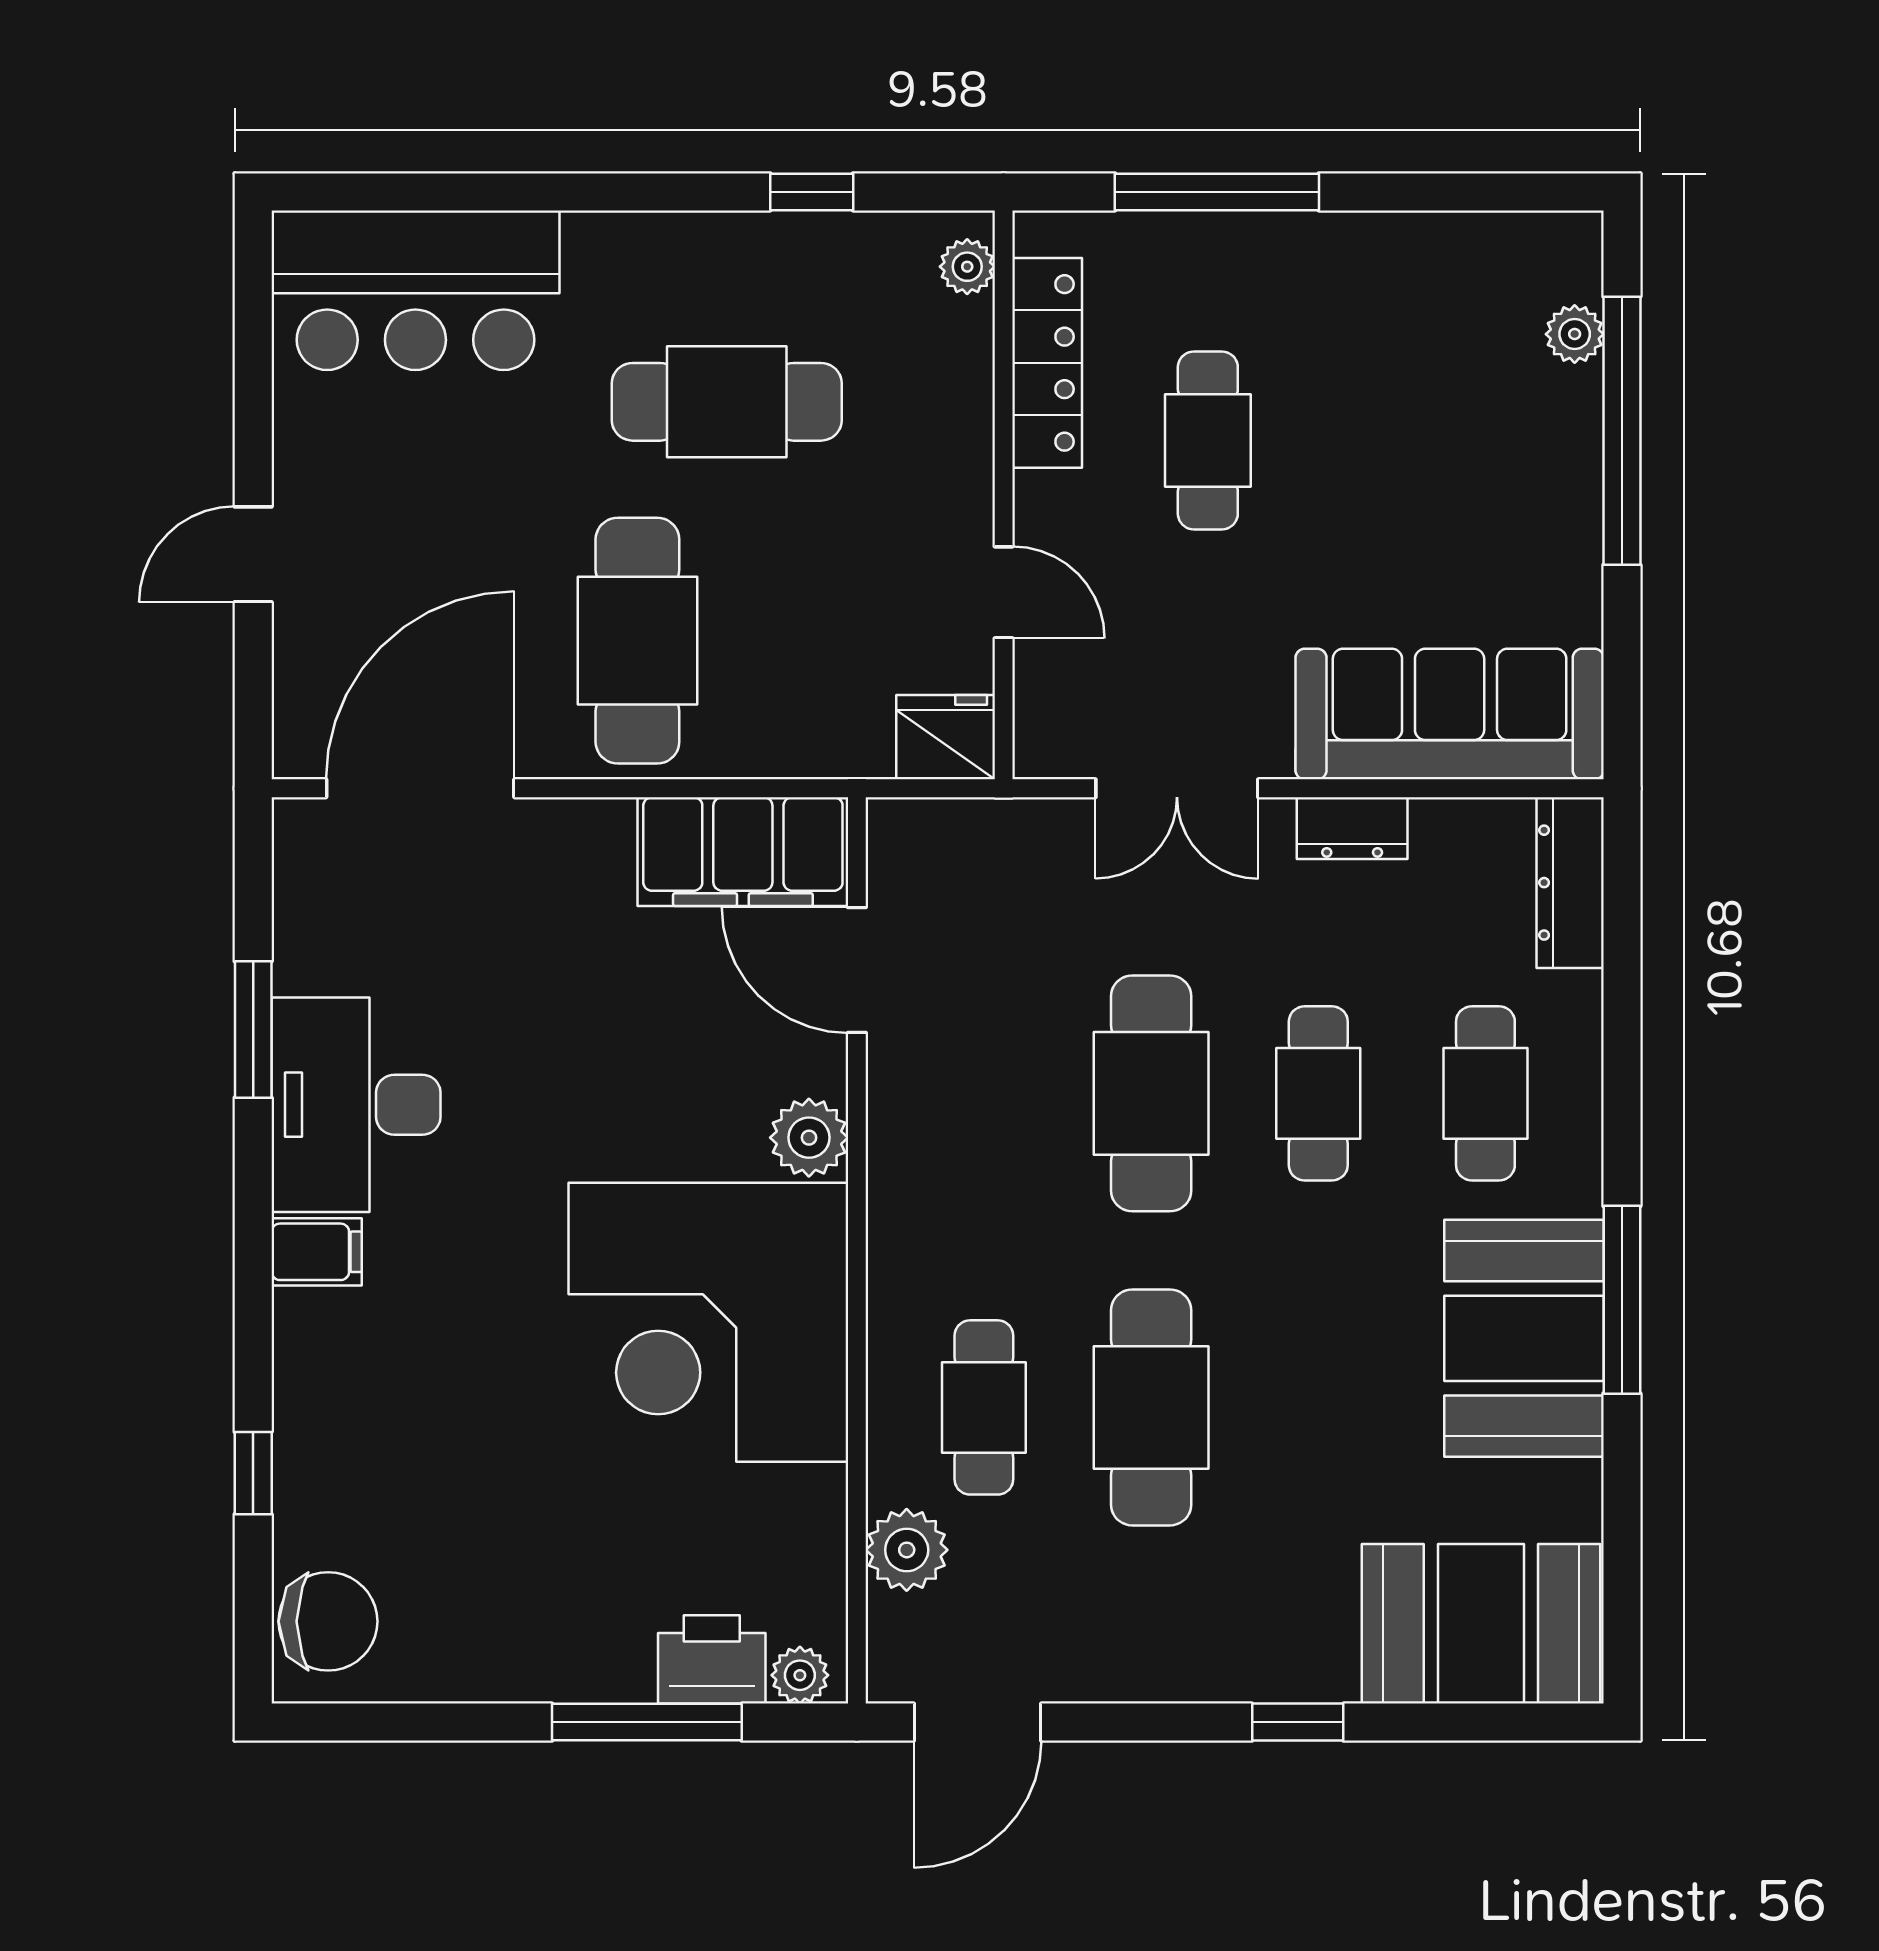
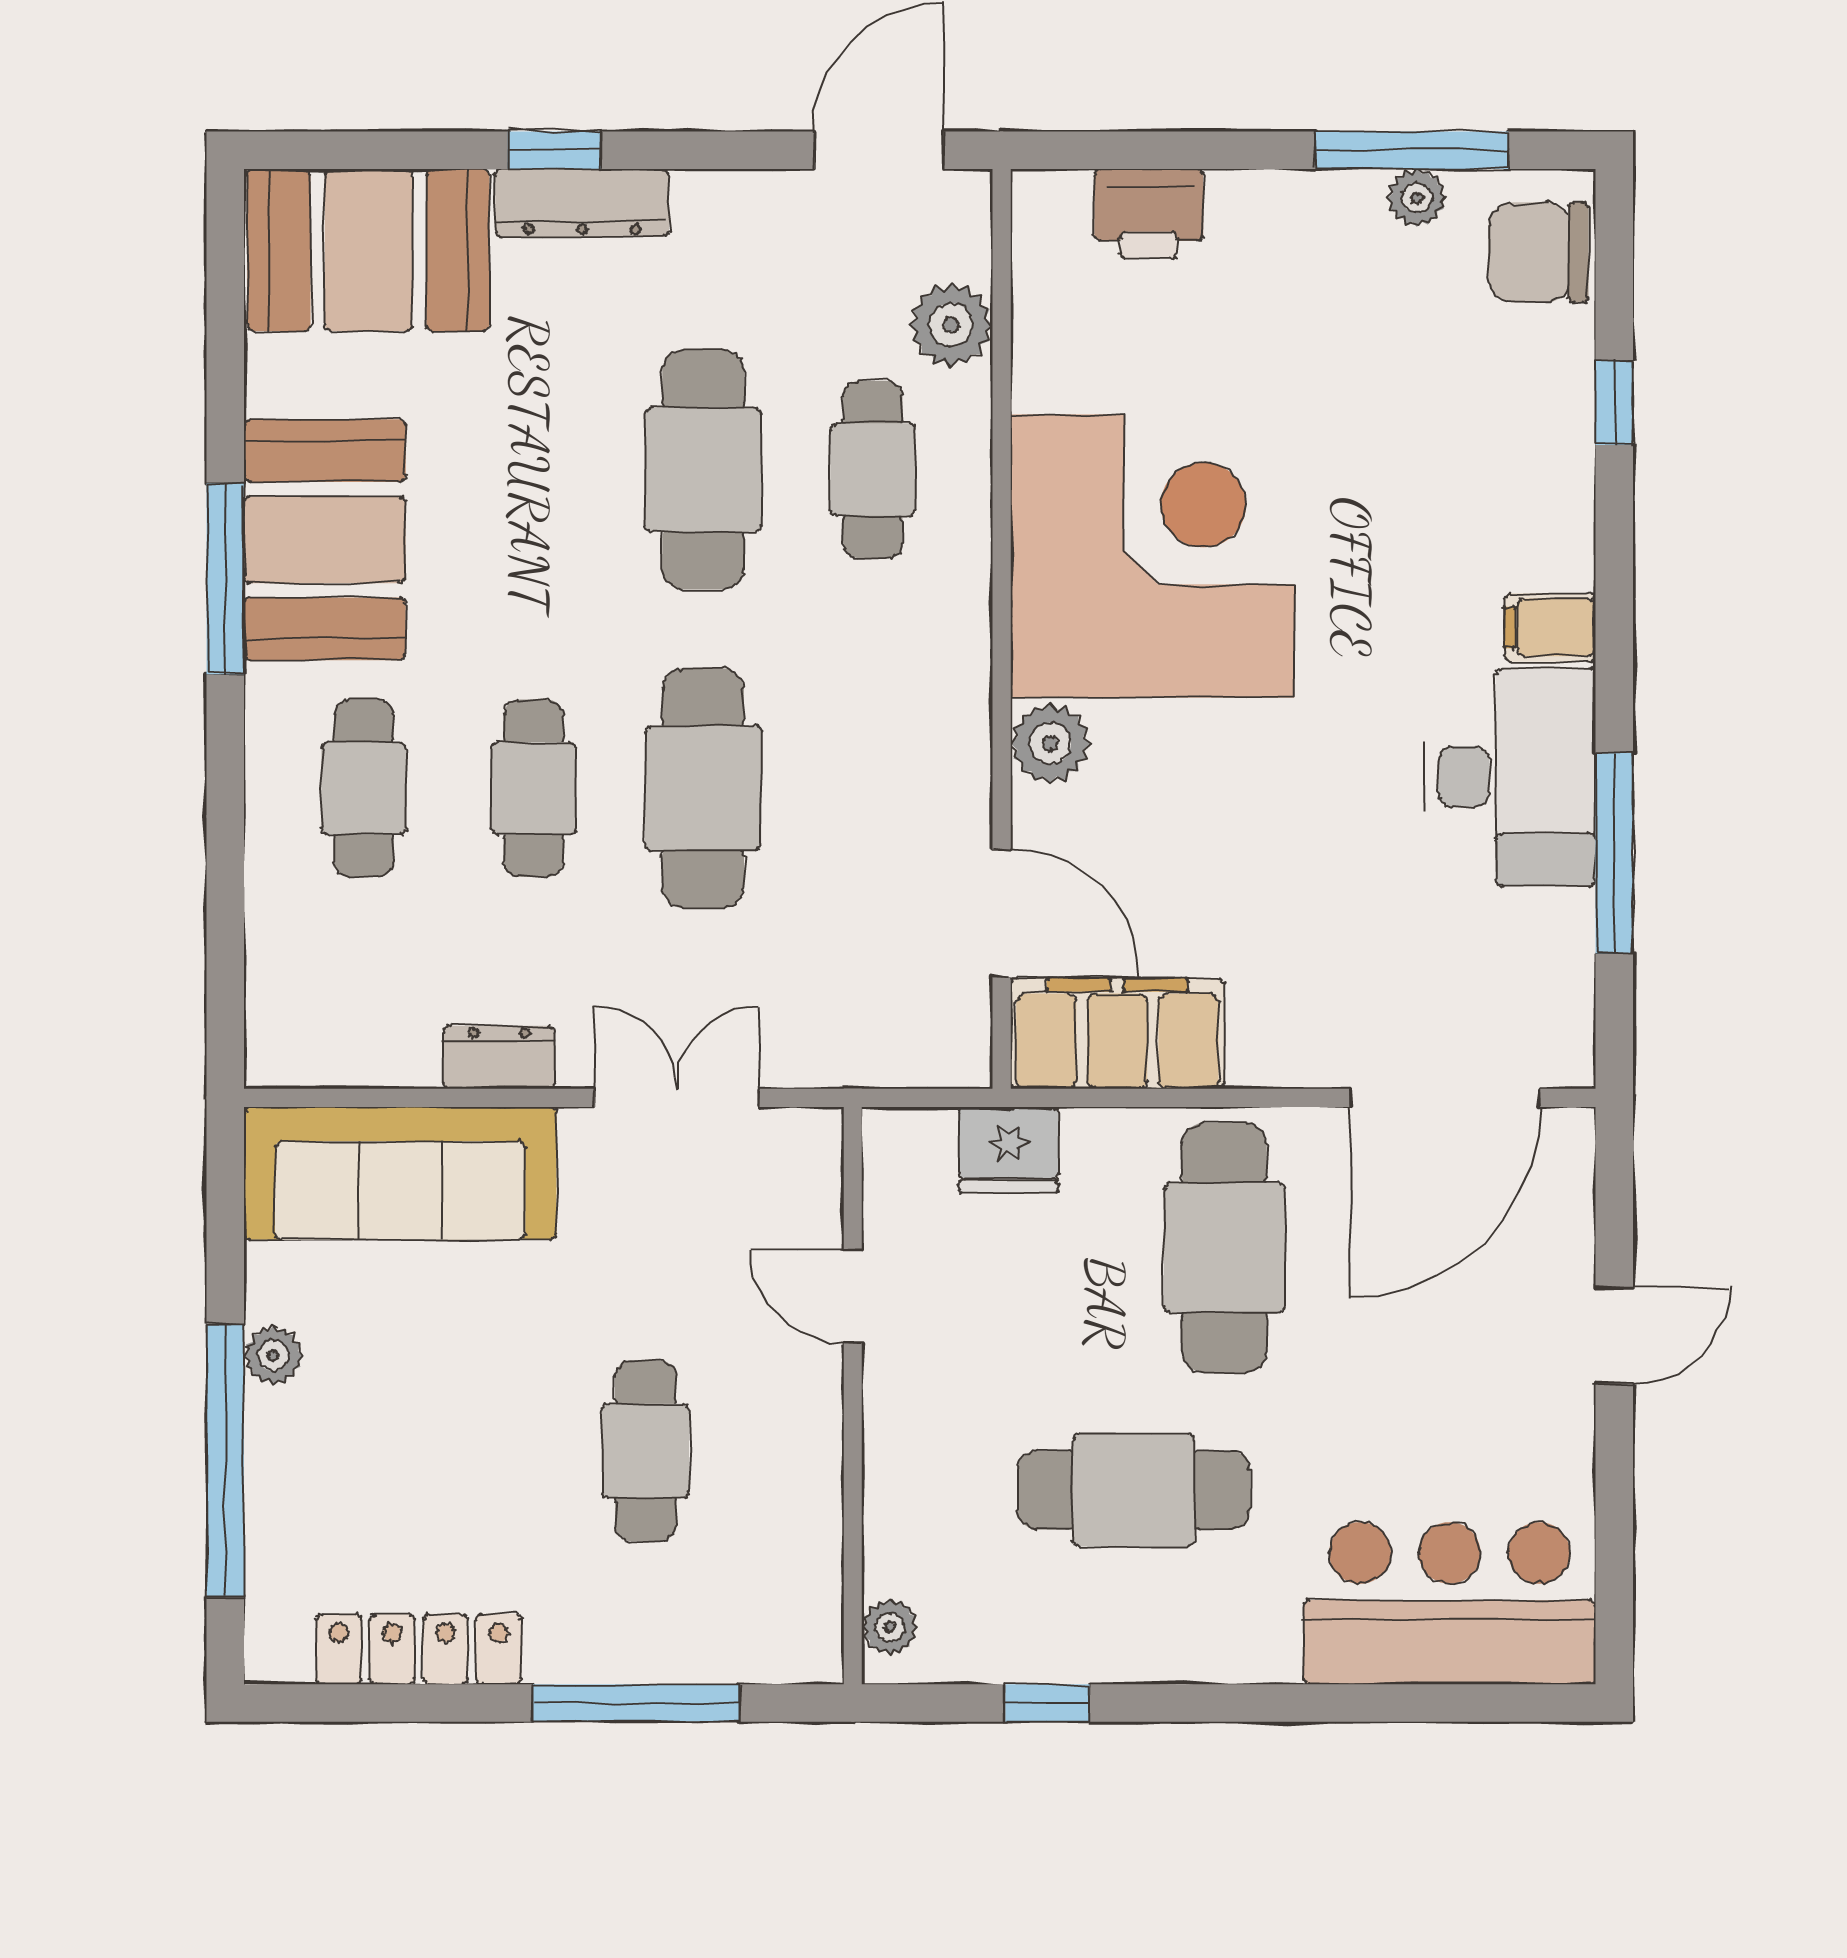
plant: (1575, 334) -> (273, 1356), moved
locker: (1047, 363) -> (419, 1649), moved, turned 90
fridge: (946, 737) -> (1009, 1150), moved
dresser: (1570, 883) -> (582, 203), moved, turned 90
window: (253, 1030) -> (1614, 853), width x1.44
plant: (800, 1675) -> (1417, 198), moved
window: (647, 1722) -> (1412, 150), moved

